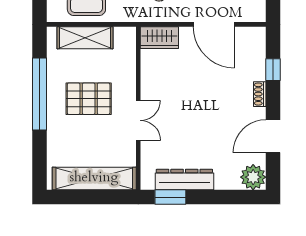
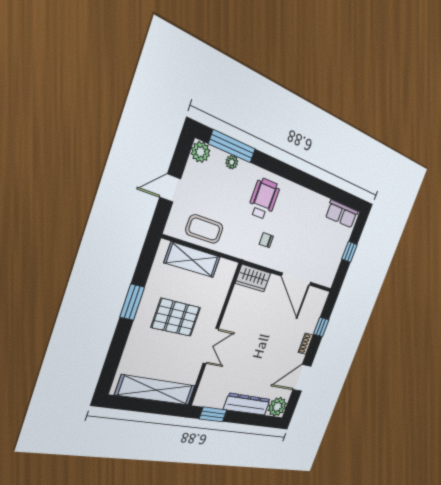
window: (39, 94) -> (132, 302), width x0.47
dresser: (184, 179) -> (247, 404), moved

